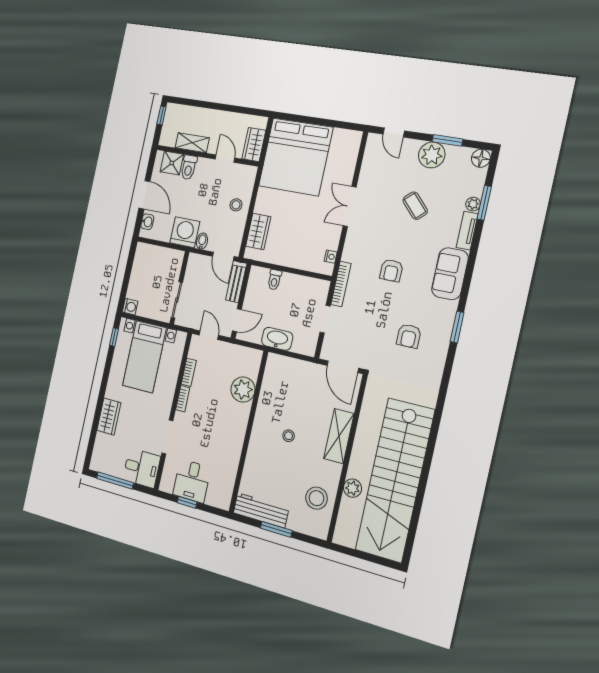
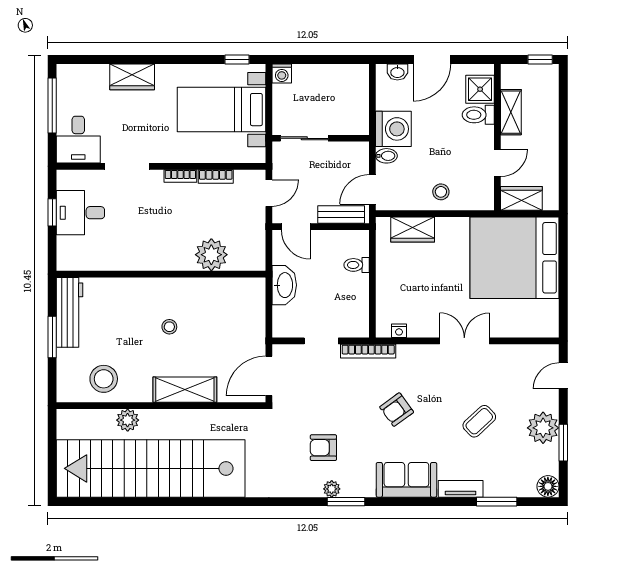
plant: (473, 204) -> (332, 489), moved
armchair: (391, 270) -> (397, 410), turned -36

